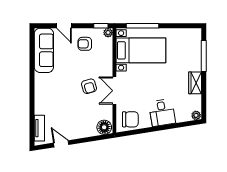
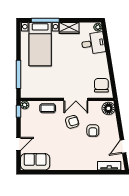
armchair: (85, 44) -> (93, 131), moved
sofa: (44, 50) -> (35, 162), width x0.73
bed with nightstands: (141, 50) -> (40, 44), moved, turned 180
coffee table: (104, 59) -> (48, 108), added
desk: (162, 113) -> (93, 43), moved

